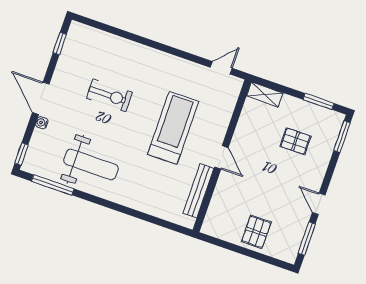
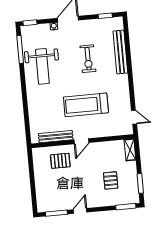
bench: (121, 45) -> (120, 52), added
treadmill: (173, 128) -> (86, 105), turned 180
pallet: (256, 232) -> (60, 161), moved

